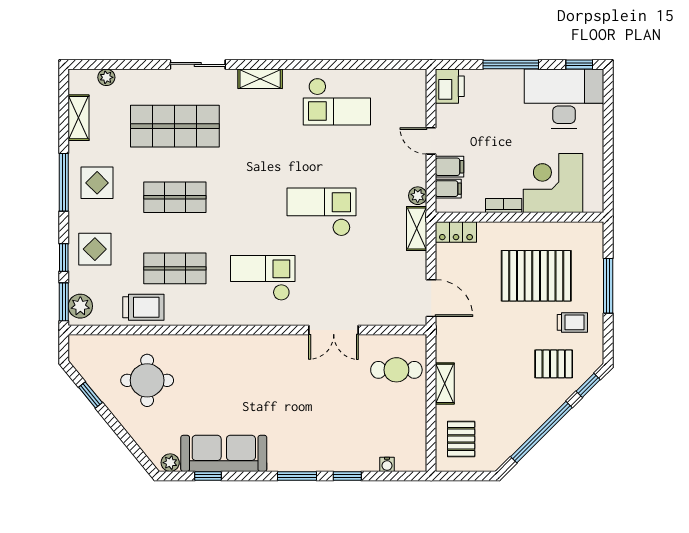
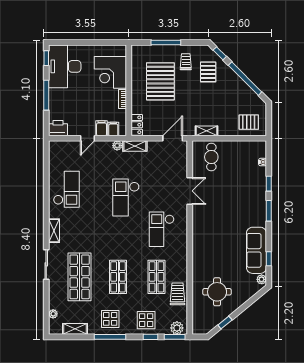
shelving: (445, 383) -> (206, 131), moved

